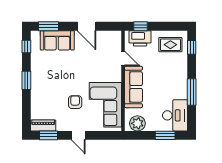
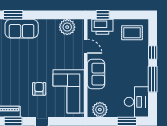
door: (87, 26) -> (50, 15), removed
plant: (104, 39) -> (67, 27), added
window: (192, 47) -> (153, 52), moved
sofa: (133, 87) -> (96, 74), width x0.73

